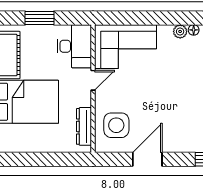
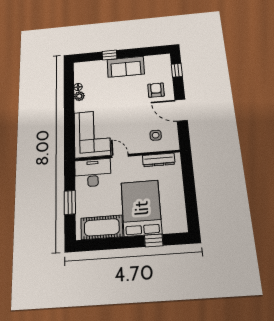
side table: (116, 125) -> (156, 135), width x0.54, depth x0.54
armchair: (179, 130) -> (156, 90), added

